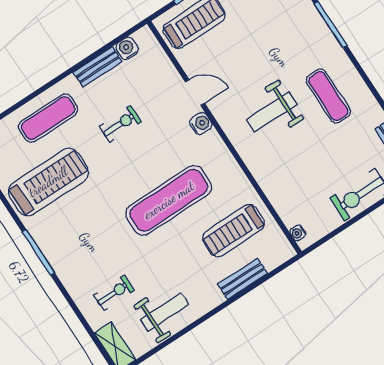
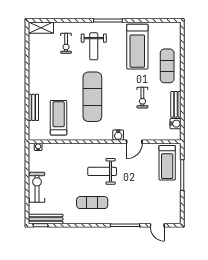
weight bench: (272, 112) -> (102, 171), turned -90
weight bench: (164, 312) -> (94, 46), moved

